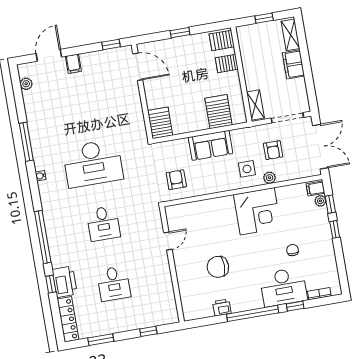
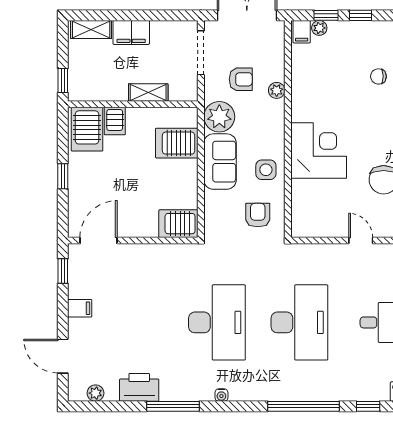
window: (264, 18) -> (63, 81), moved
server rack: (222, 40) -> (87, 129), width x1.36, depth x1.44
filing cabinet: (73, 64) -> (80, 308), moved
shelving: (255, 105) -> (148, 93), moved
plant: (243, 139) -> (219, 117), added
side table: (247, 169) -> (266, 170), moved
armchair: (176, 180) -> (258, 215), turned 90
corner desk: (257, 211) -> (319, 150), moved
desk: (103, 223) -> (299, 322), width x1.87, depth x1.30
door: (168, 241) -> (361, 240), moved
printer: (65, 282) -> (139, 387), moved

